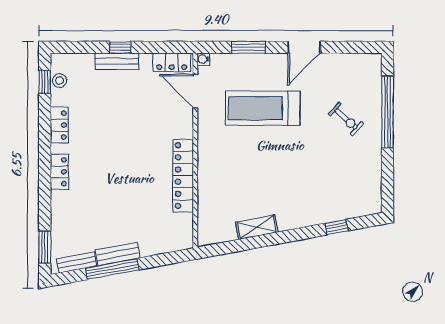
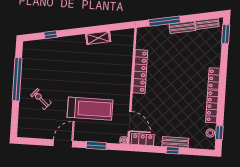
window: (387, 112) -> (17, 79), moved
locker: (59, 125) -> (212, 106), width x1.53
window: (112, 269) -> (165, 21), moved

